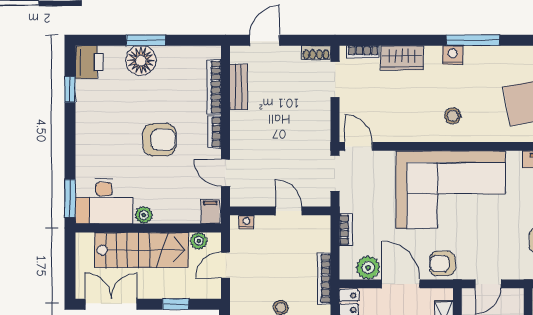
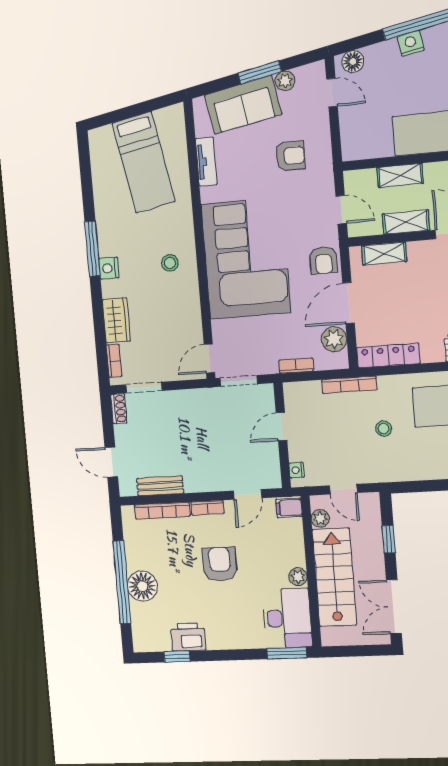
window: (146, 40) -> (122, 582), width x2.11
printer: (89, 62) -> (188, 637), moved

